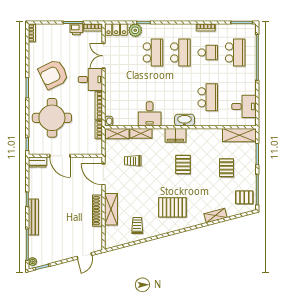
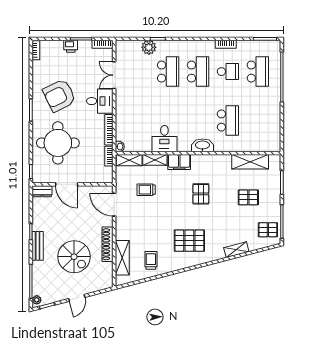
printer: (76, 29) -> (71, 46), moved
locker: (116, 29) -> (128, 46), removed
desk: (244, 106) -> (267, 130), removed
filing cabinet: (175, 135) -> (179, 162), moved
shelving: (239, 135) -> (250, 162), moved
pallet: (226, 168) -> (248, 197), turned 90
shelving: (111, 209) -> (122, 258), moved
bench: (33, 217) -> (38, 246), width x0.73
spiral stairs: (67, 222) -> (74, 257), added
door: (84, 256) -> (77, 298), moved

